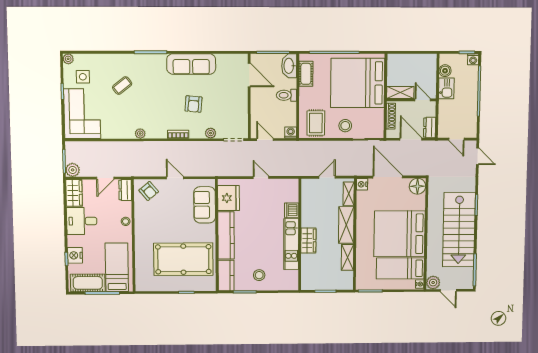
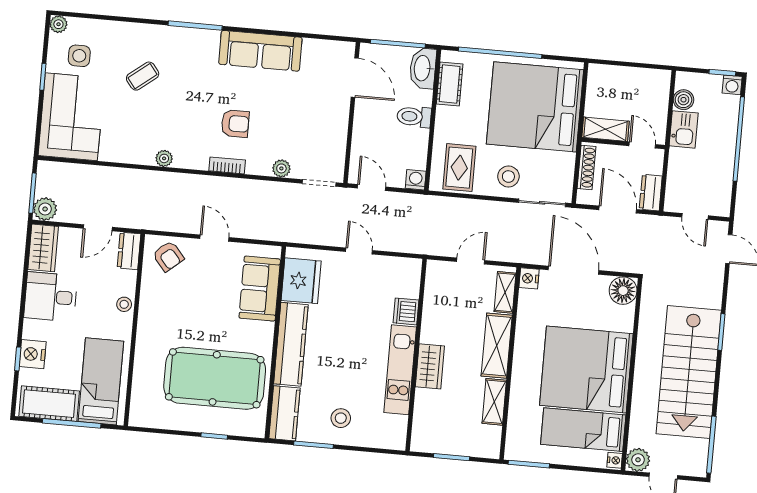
armchair: (193, 104) -> (235, 124), moved, turned -95

